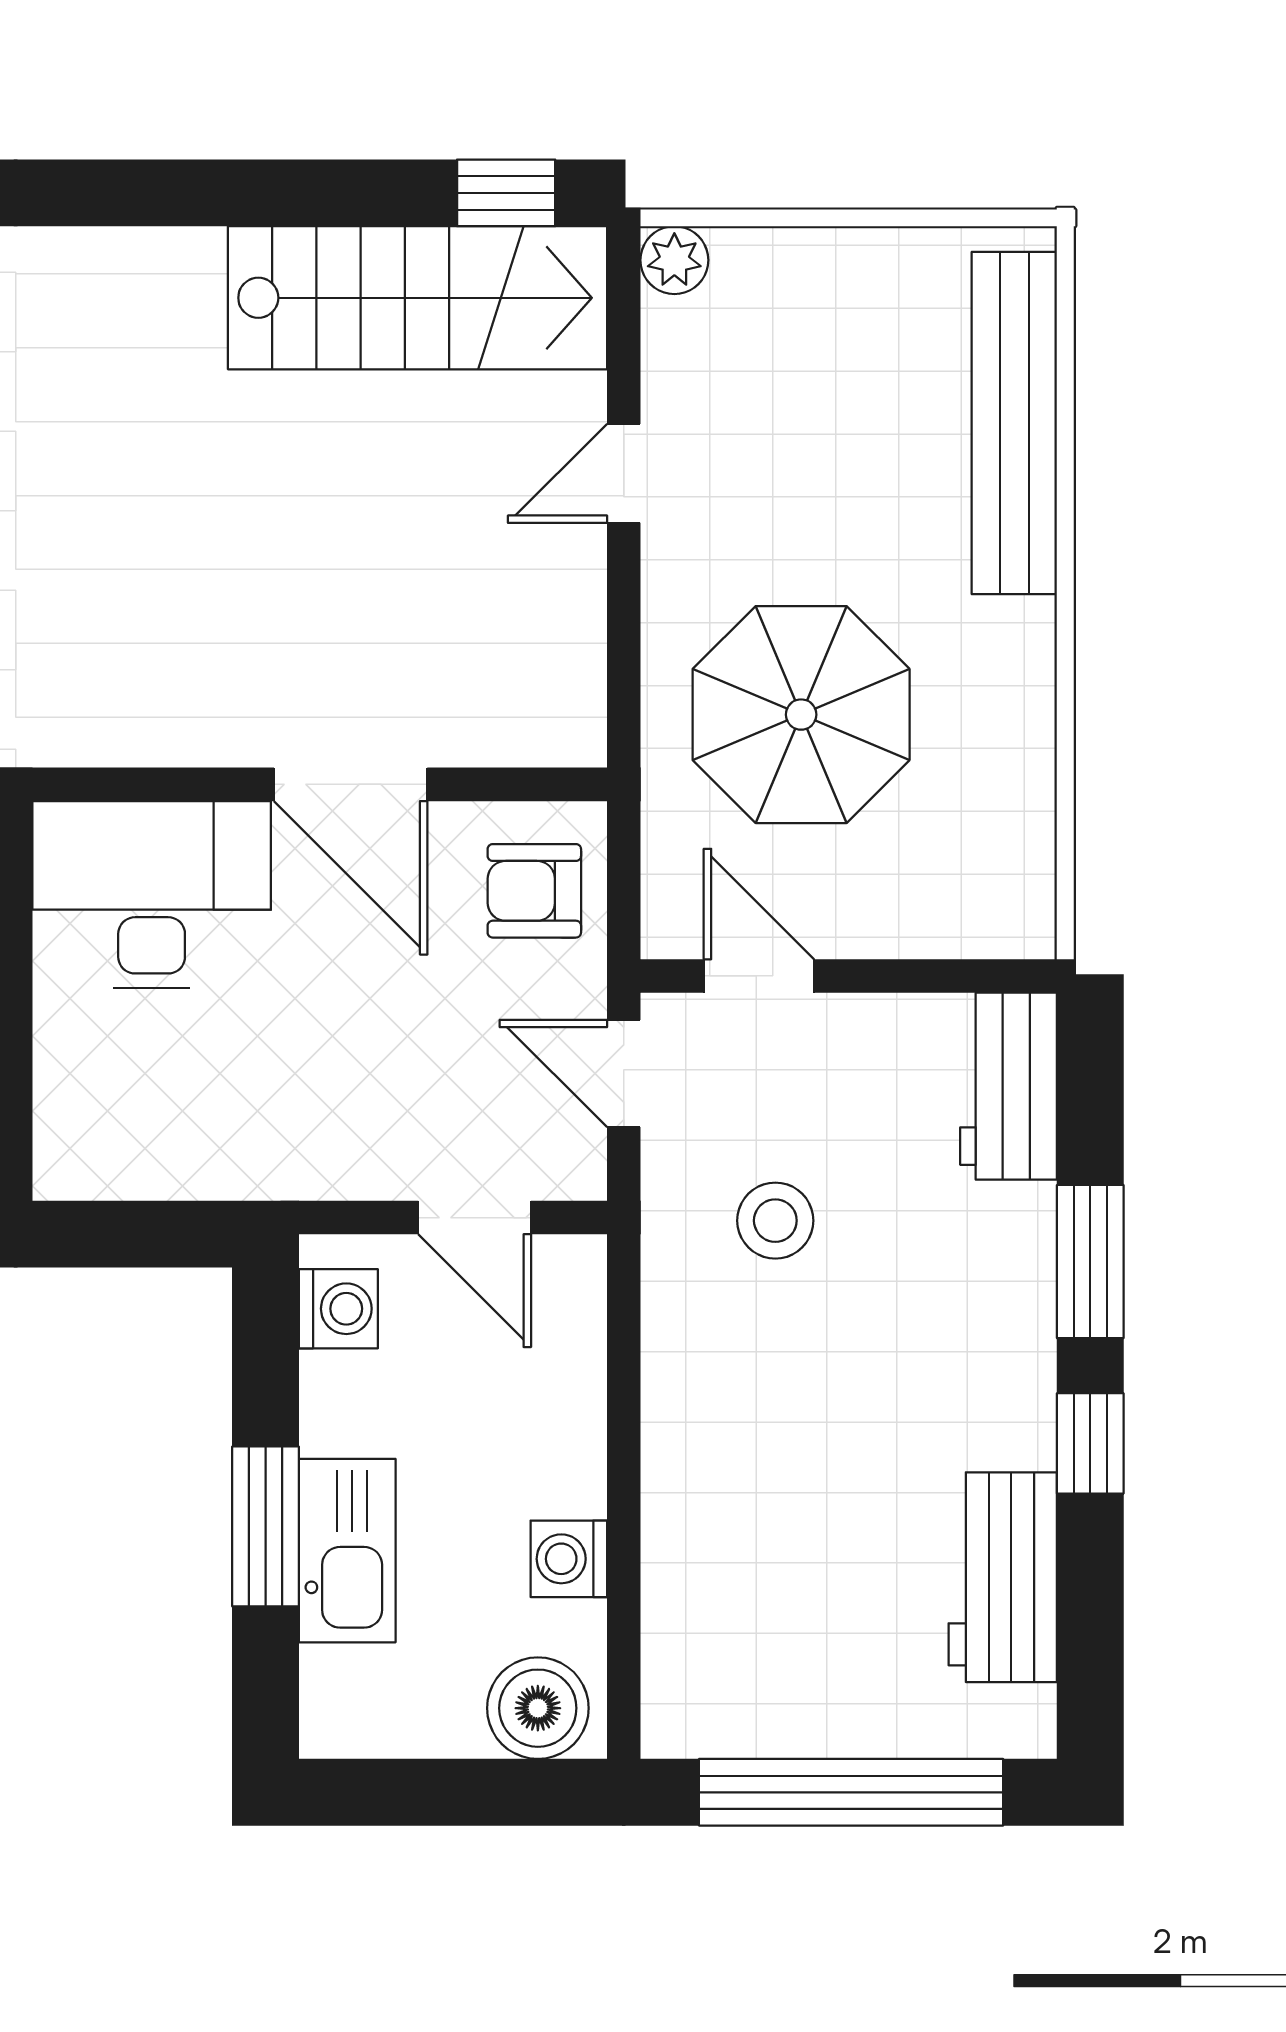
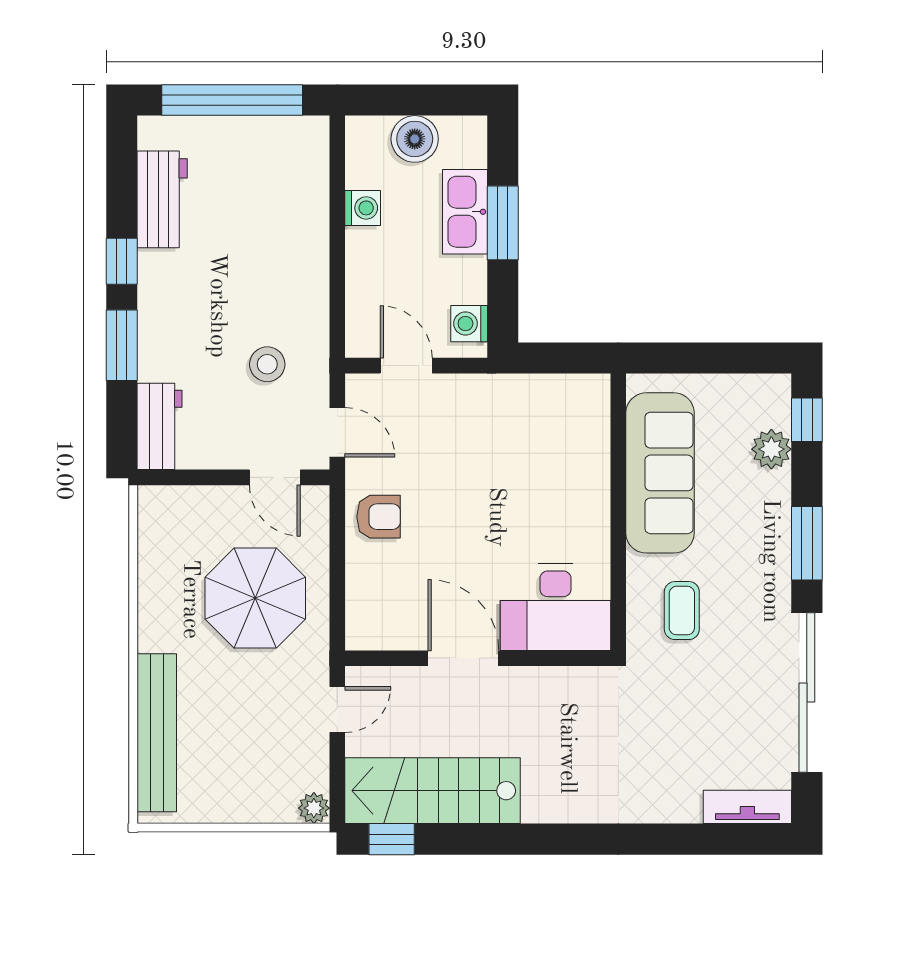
wall: (320, 784) -> (478, 658), moved
door: (351, 784) -> (463, 658), moved
desk: (152, 895) -> (555, 607), moved
boiler: (538, 1708) -> (415, 139), moved

